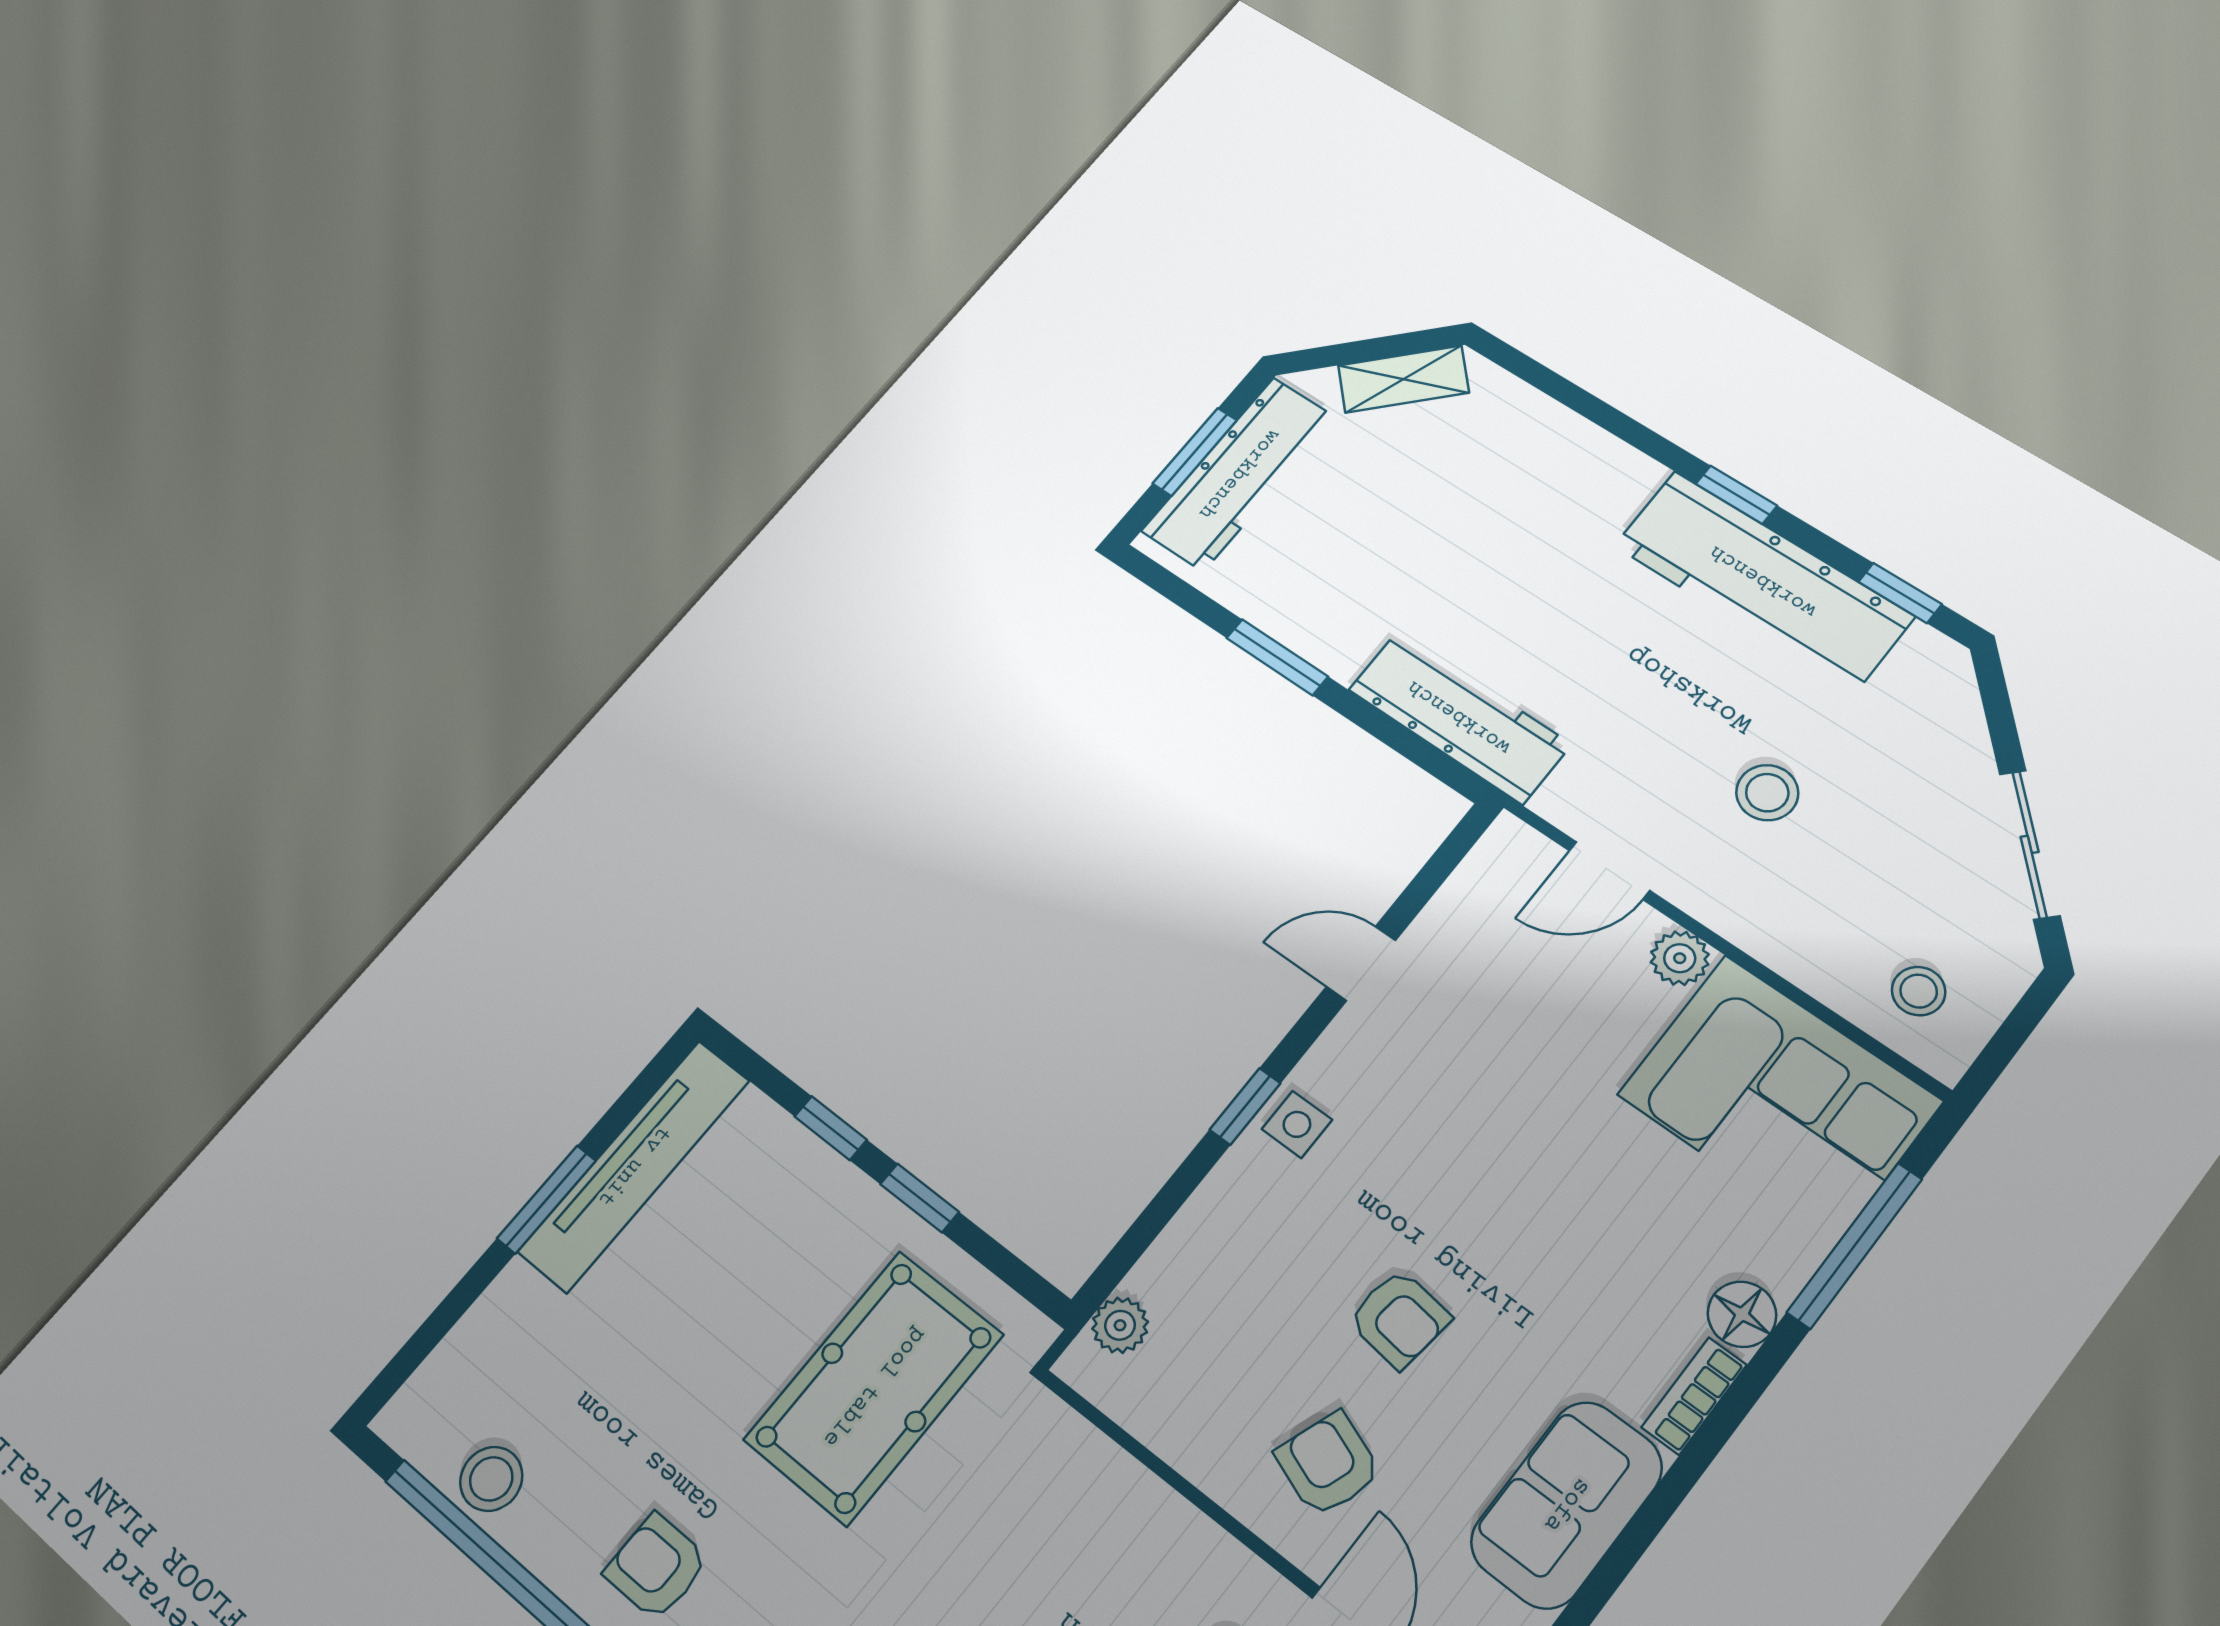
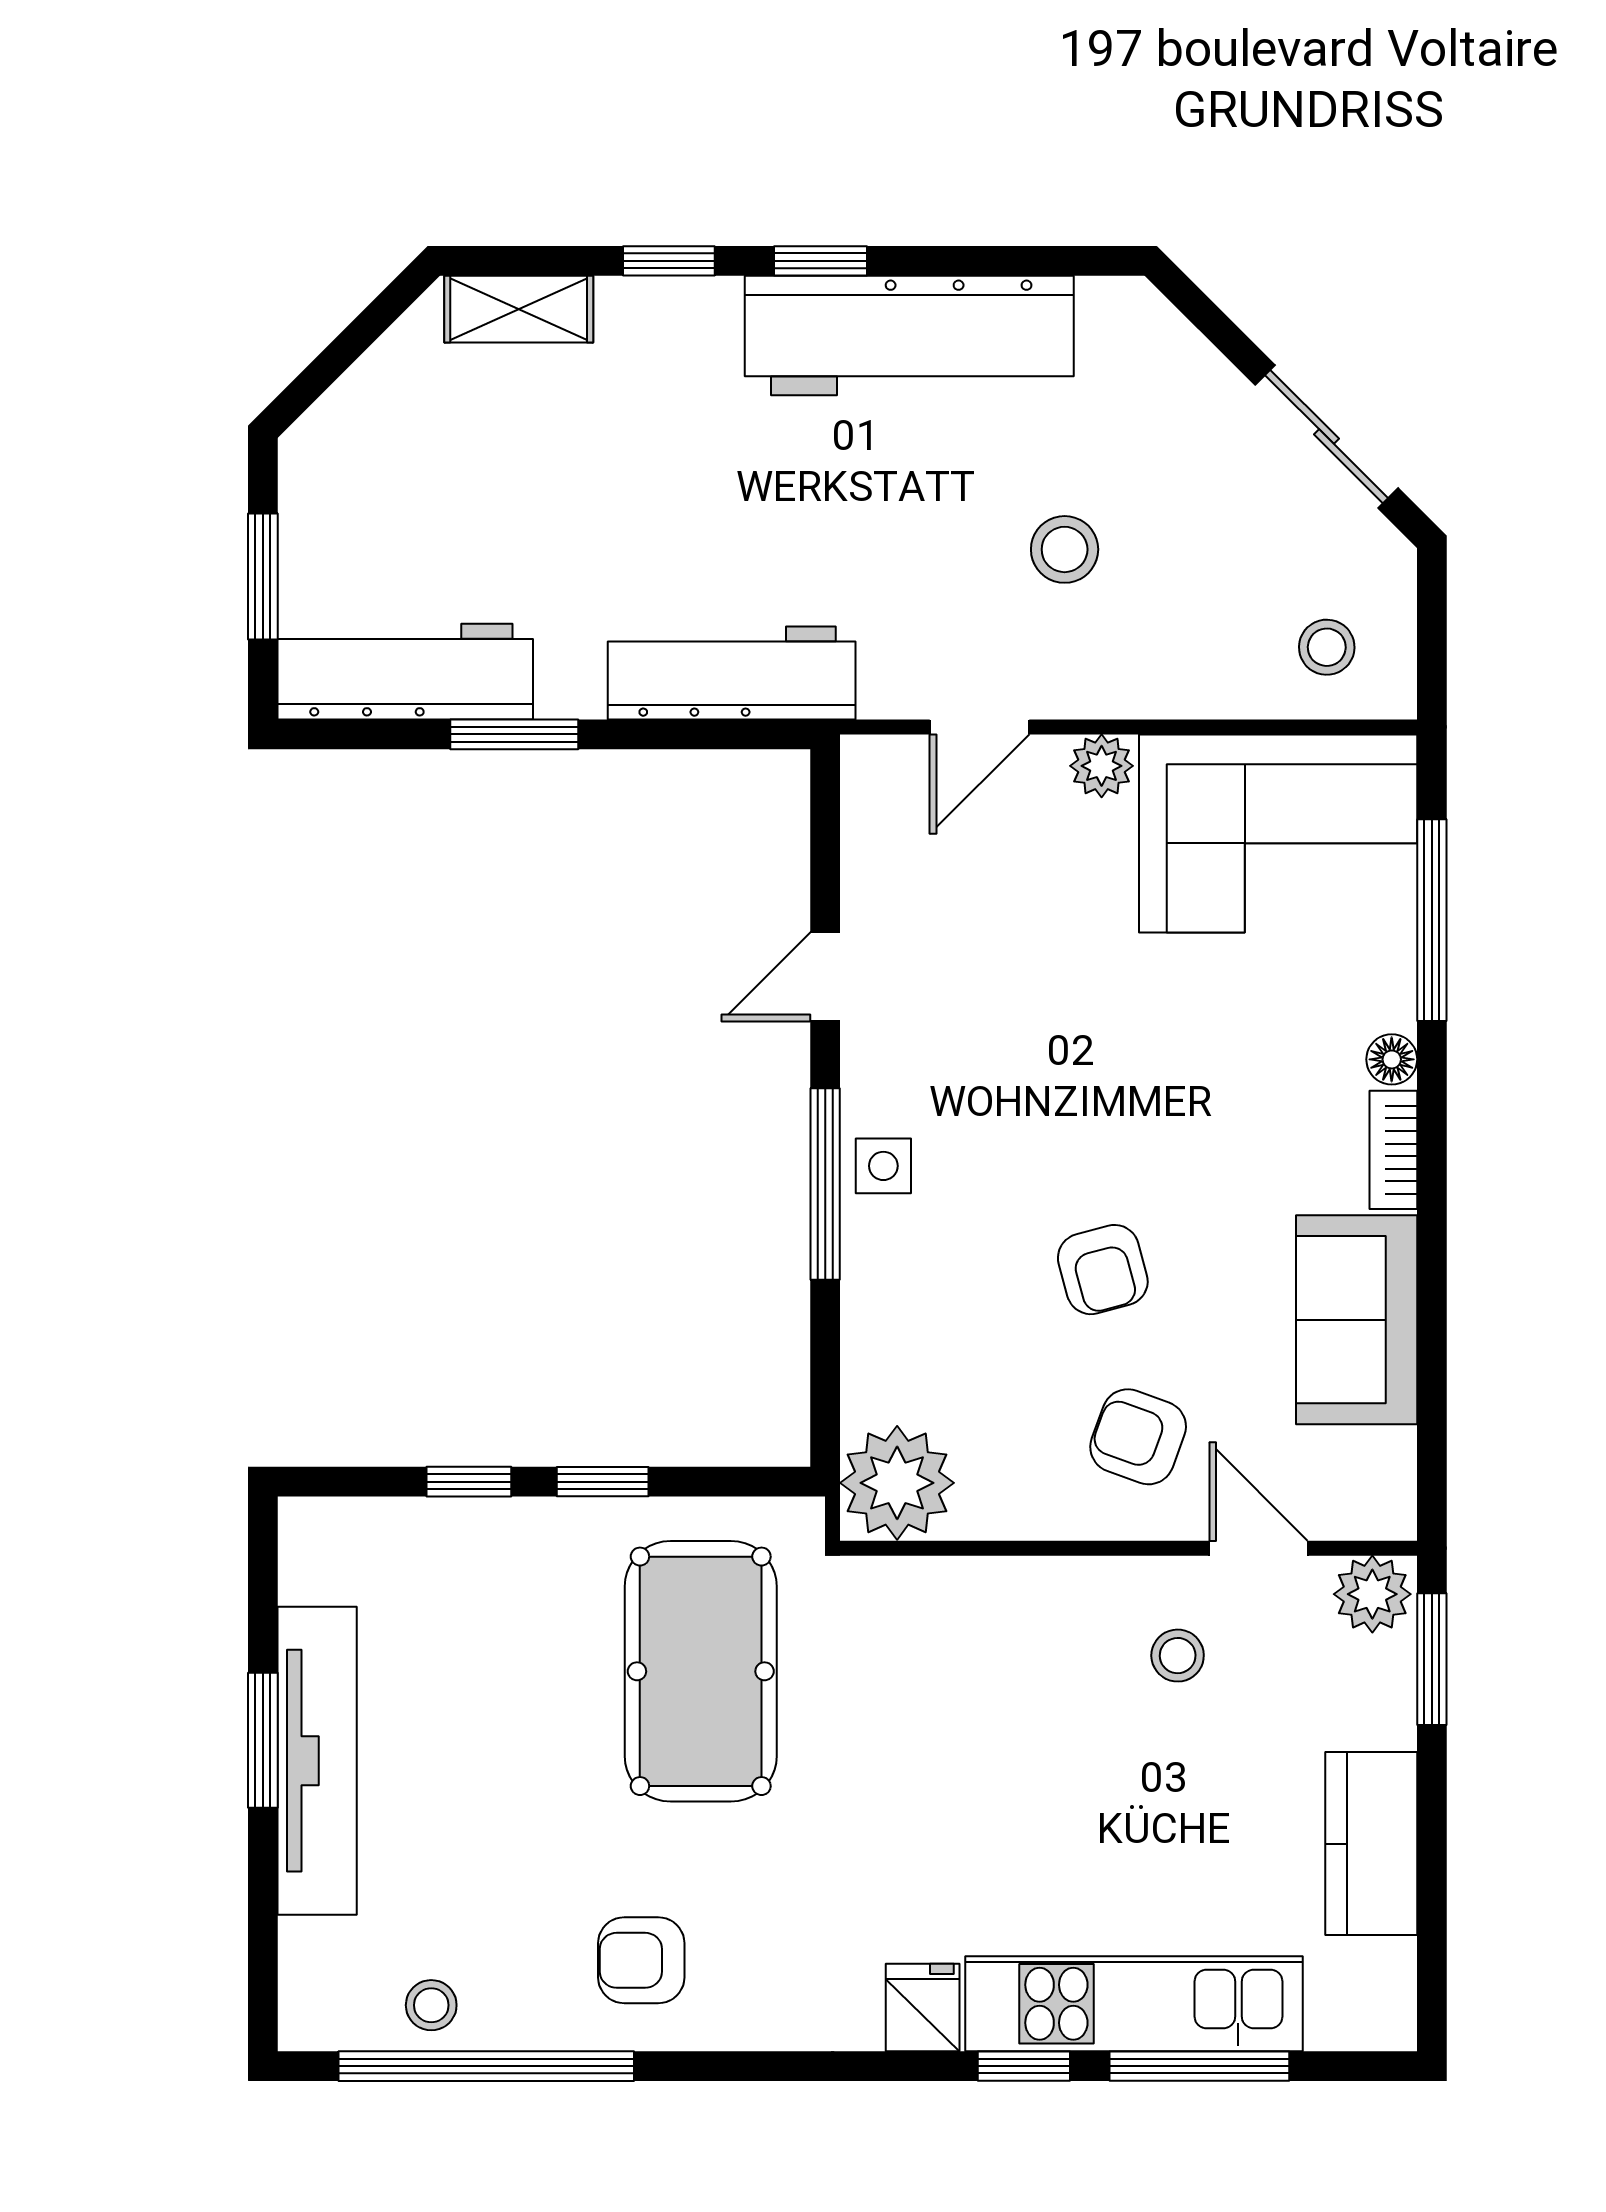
shelving: (1403, 379) -> (519, 309), moved, turned 45
workbench: (1239, 474) -> (405, 672), moved, turned -90
window: (1900, 593) -> (669, 261), moved
window: (1245, 1107) -> (825, 1184), width x2.17
tv unit: (634, 1166) -> (317, 1761), moved
floor lamp: (1742, 1314) -> (1392, 1059), width x0.73, depth x0.73
armchair: (1399, 1319) -> (1103, 1270), turned 68
plant: (1120, 1325) -> (897, 1483), width x1.88, depth x1.88
stool: (491, 1479) -> (431, 2005), width x0.73, depth x0.73

